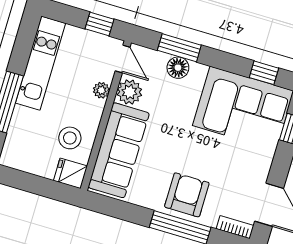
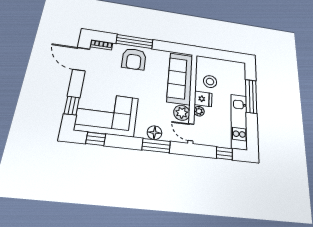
window: (100, 24) -> (224, 153), moved
fridge: (70, 173) -> (203, 99), moved

